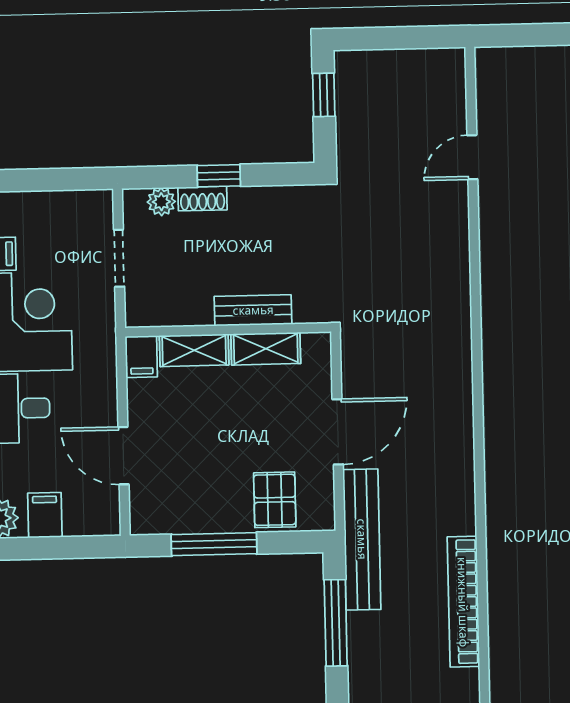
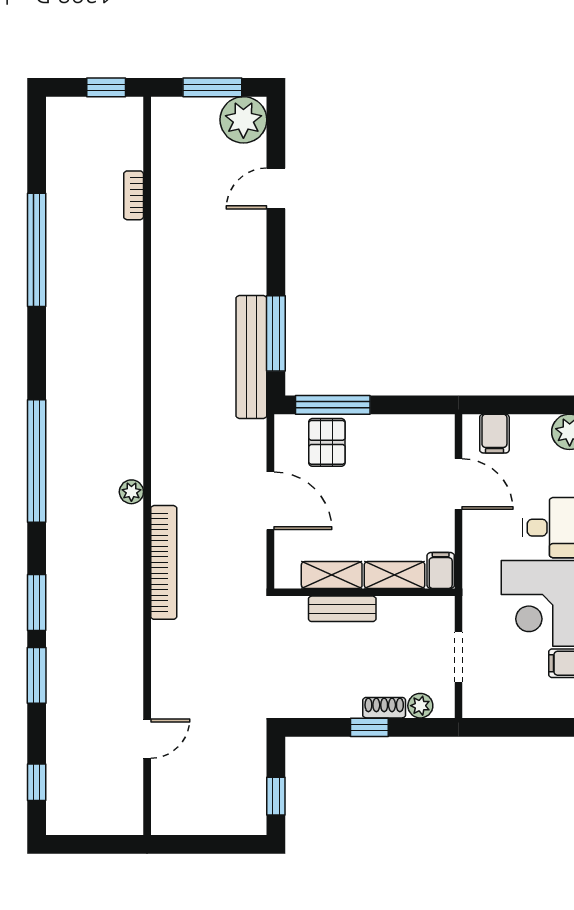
door: (338, 432) -> (270, 501), swing flipped
plant: (497, 438) -> (131, 492), added
filing cabinet: (45, 515) -> (494, 434), moved
bench: (362, 539) -> (251, 357), moved
window: (214, 544) -> (333, 405), moved
bookcase: (463, 602) -> (164, 562), moved

